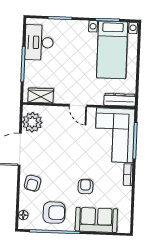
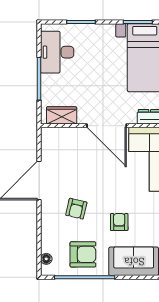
door: (78, 106) -> (107, 126), width x1.87
plant: (32, 122) -> (53, 148), removed
armchair: (33, 183) -> (76, 209), moved

